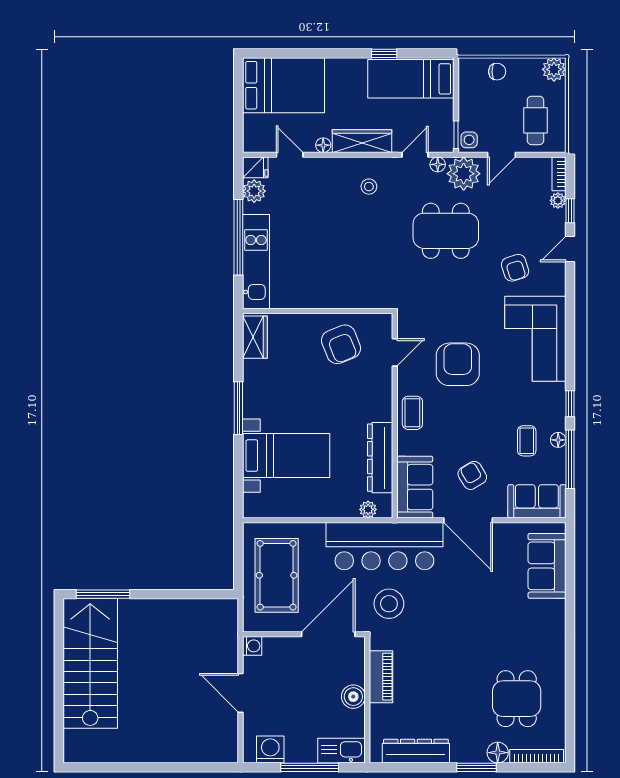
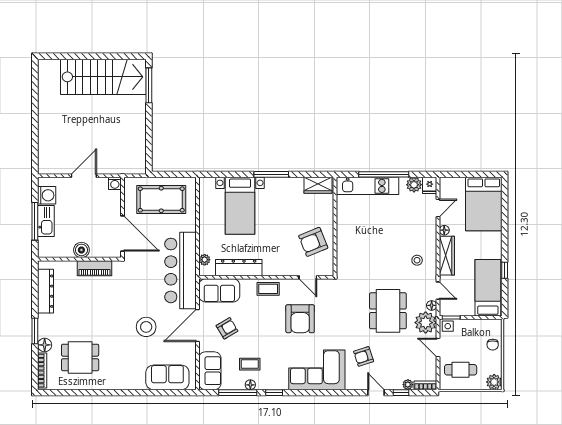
armchair: (458, 364) -> (300, 319), turned 90
stool: (389, 604) -> (146, 327), moved
kitchen sink: (341, 751) -> (46, 221), moved

